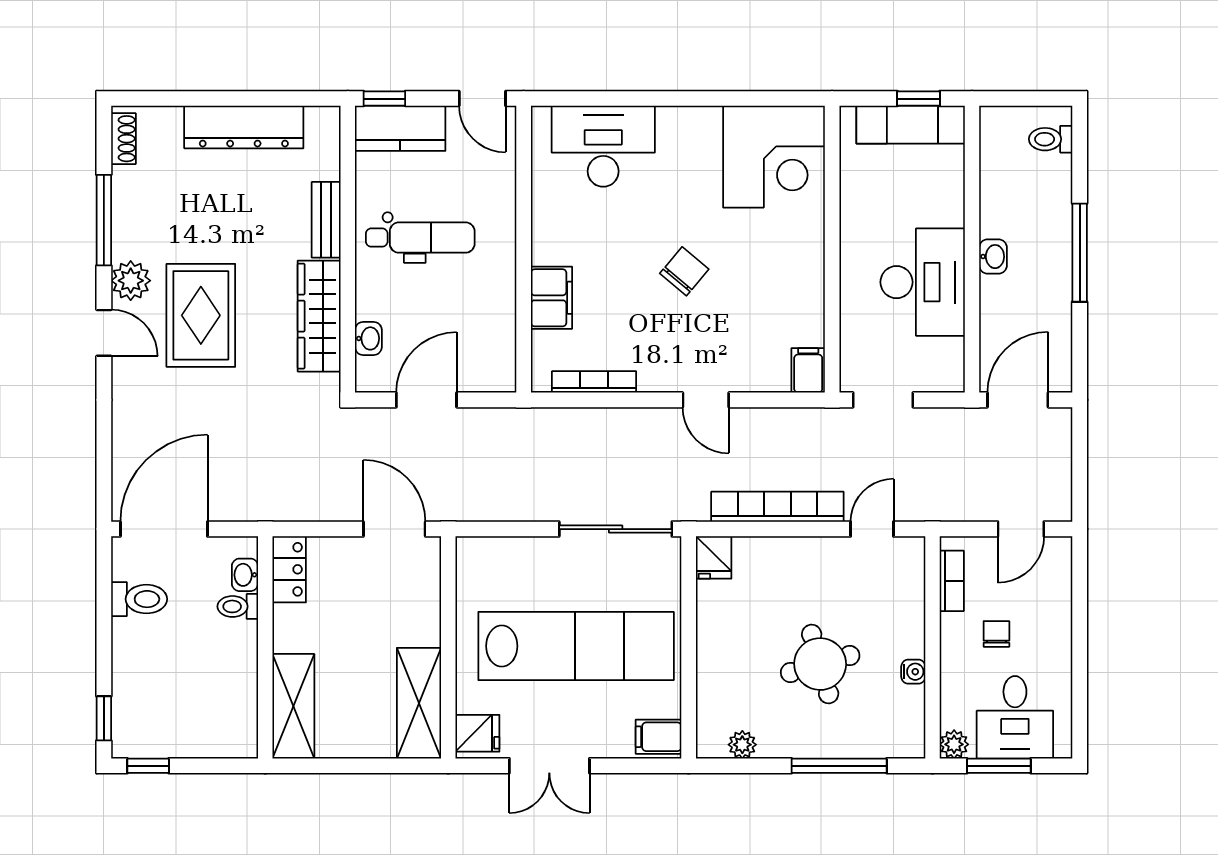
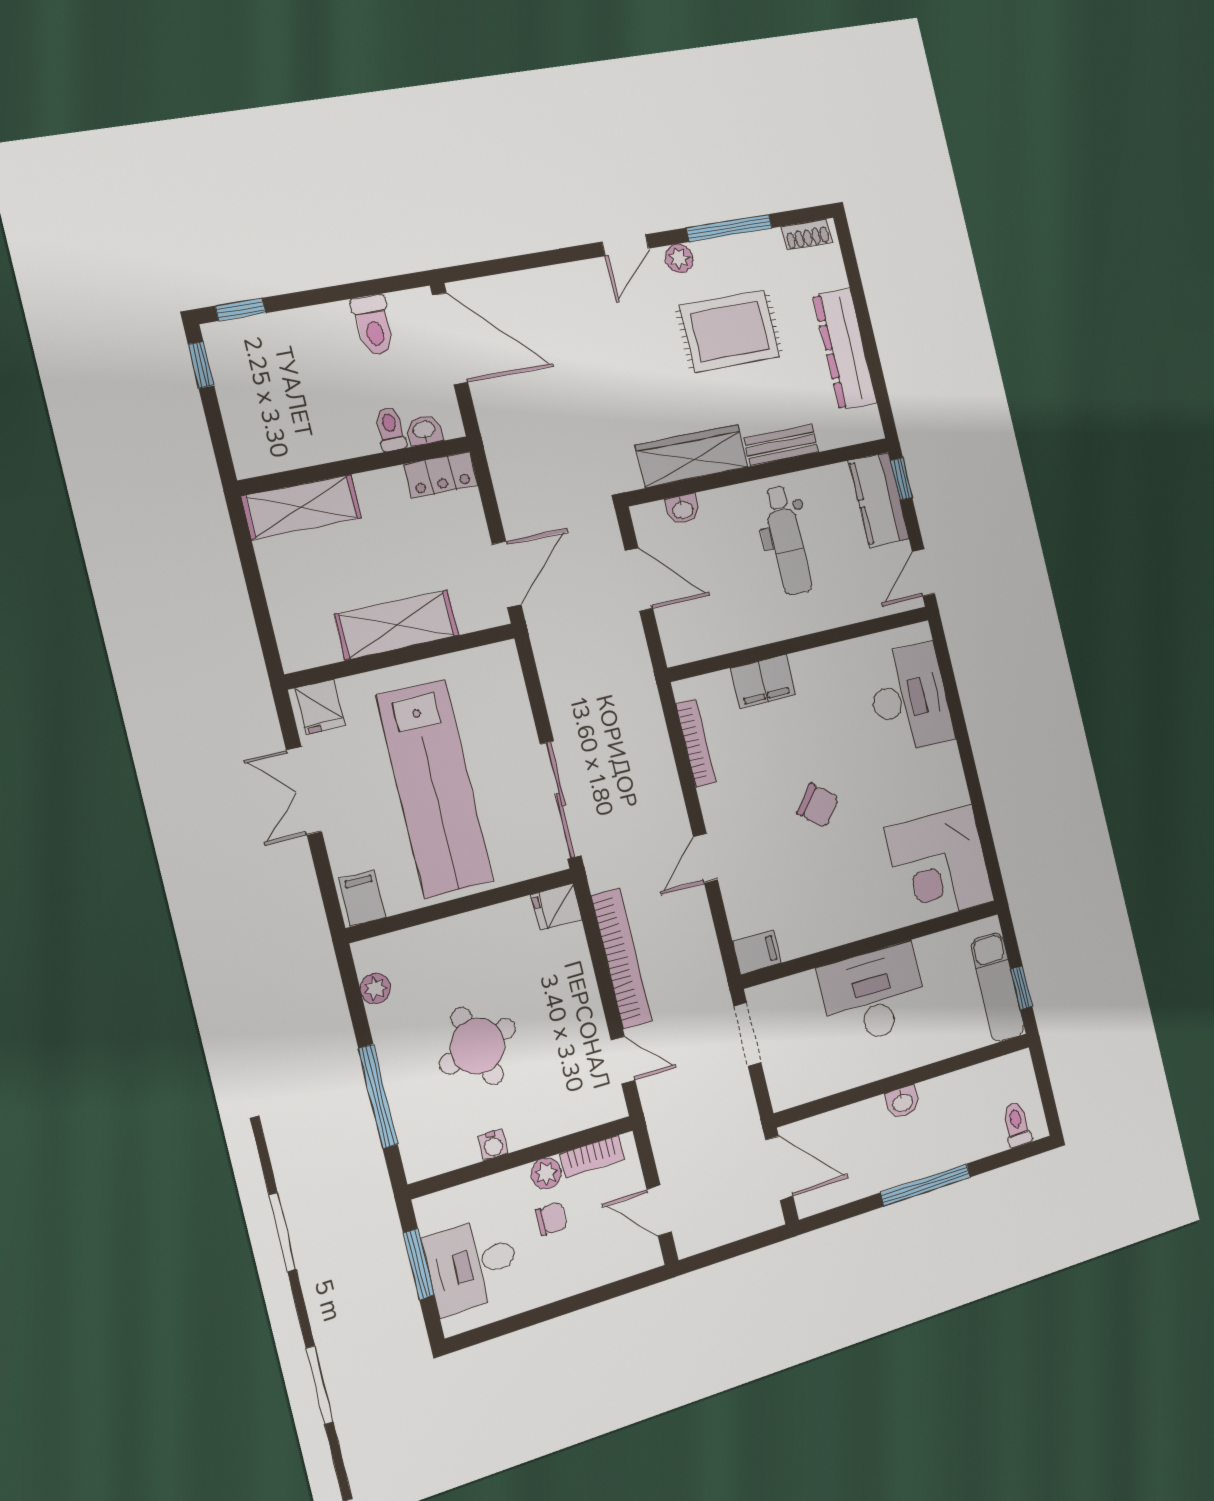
plant: (131, 281) -> (679, 258), width x0.73, depth x0.73
desk: (923, 282) -> (873, 995), moved, turned 180
rug: (201, 315) -> (730, 331), moved
shelving: (419, 703) -> (397, 625), moved
plant: (954, 744) -> (546, 1173), moved

